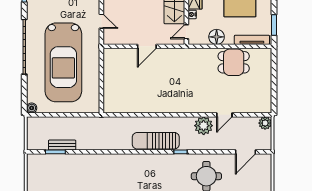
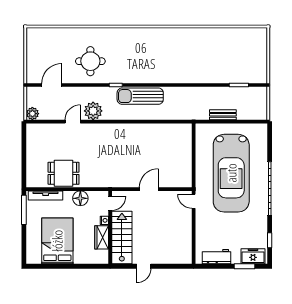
door: (101, 21) -> (194, 201), moved
window: (274, 25) -> (24, 210), width x1.44
car: (63, 62) -> (231, 173), turned 180
boiler: (32, 108) -> (262, 128), removed
sun lounger: (156, 141) -> (140, 96), turned 180
bench: (62, 145) -> (223, 115), moved

